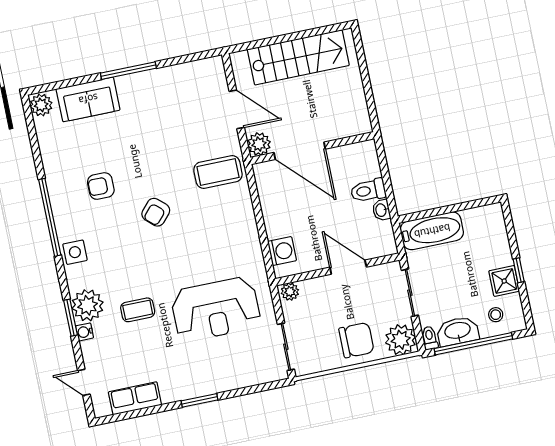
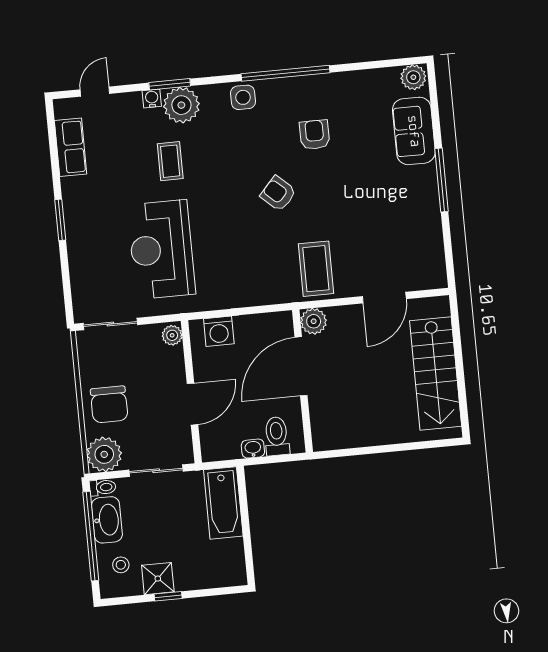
plant: (259, 144) -> (314, 321), moved
wall: (312, 148) -> (302, 381), moved
door: (300, 151) -> (301, 366), moved

